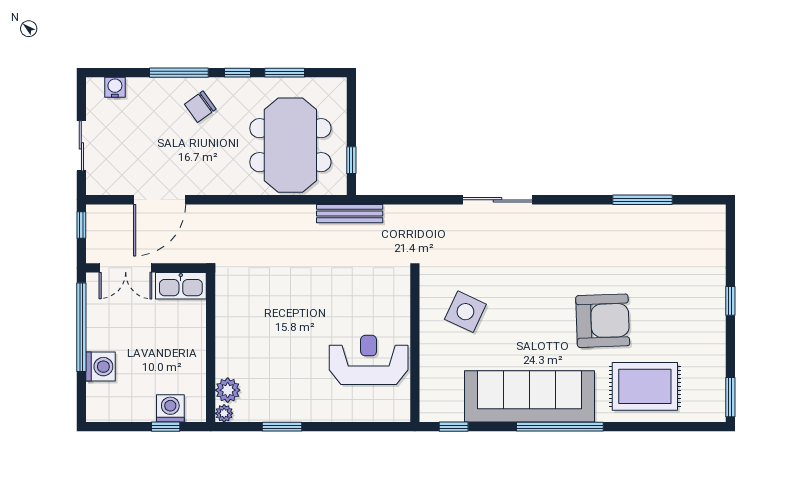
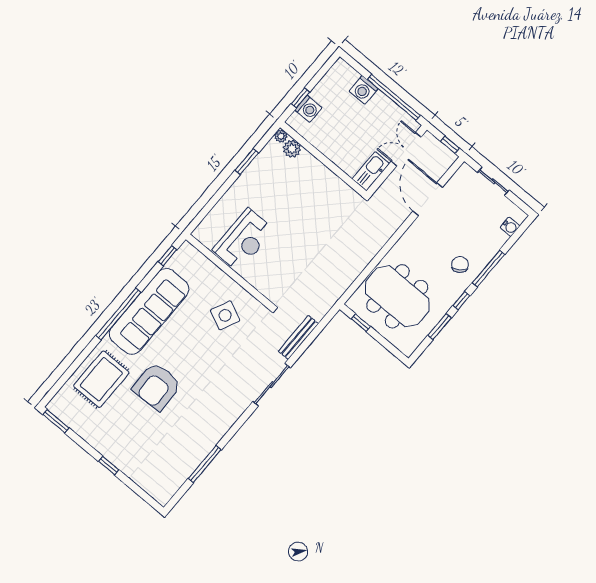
bench: (350, 214) -> (298, 338), moved

